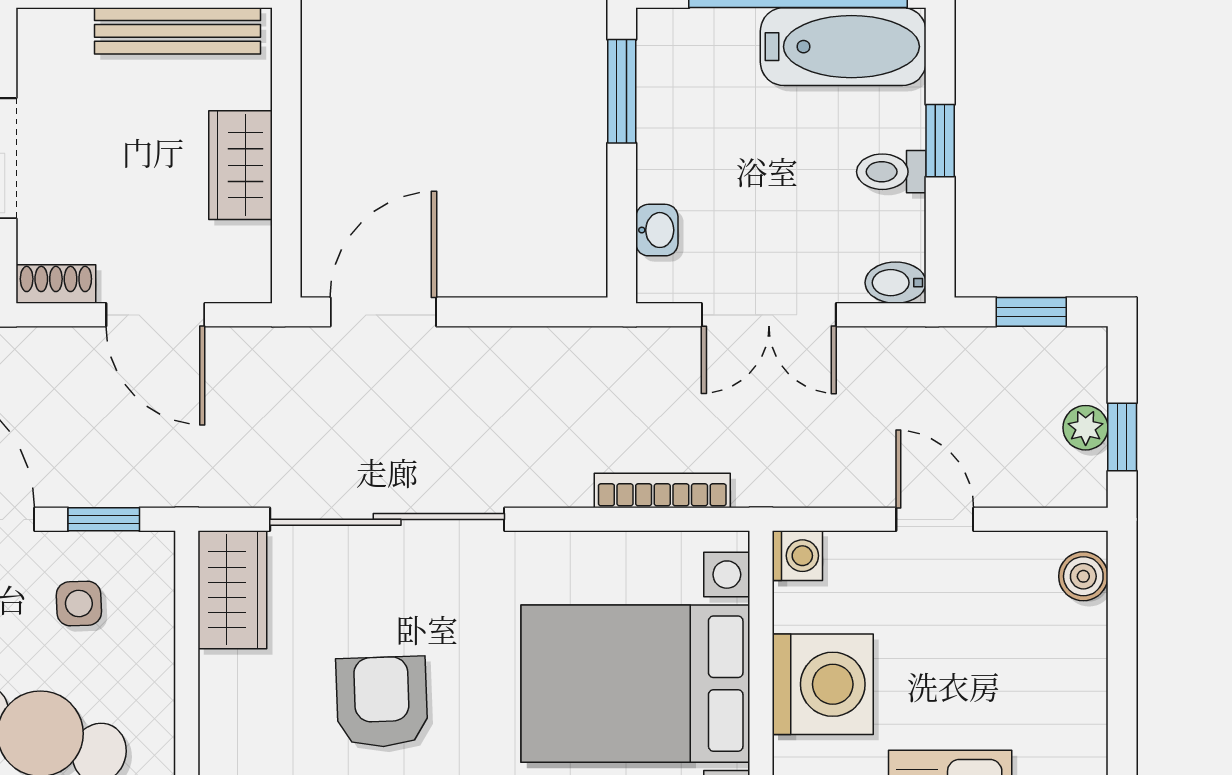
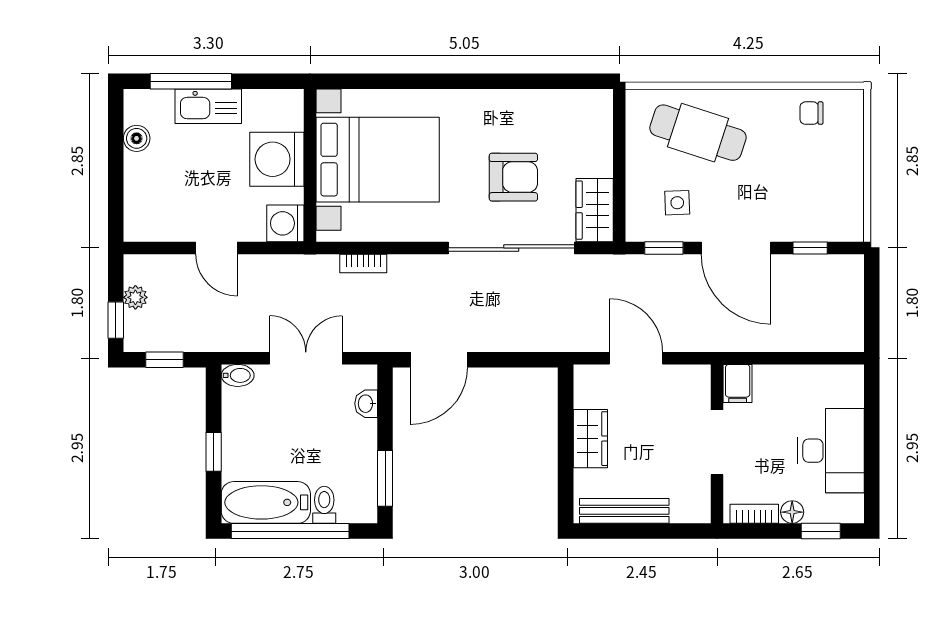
toilet: (891, 172) -> (324, 505), moved, turned -90
shoe rack: (56, 284) -> (690, 375), removed
door: (383, 312) -> (439, 360), moved
window: (1122, 437) -> (116, 320), moved
bookcase: (662, 491) -> (363, 263), width x0.64
washing machine: (797, 556) -> (285, 223), width x1.38, depth x1.38
boiler: (1083, 576) -> (137, 138), moved
armchair: (382, 702) -> (513, 177), moved, turned -88

